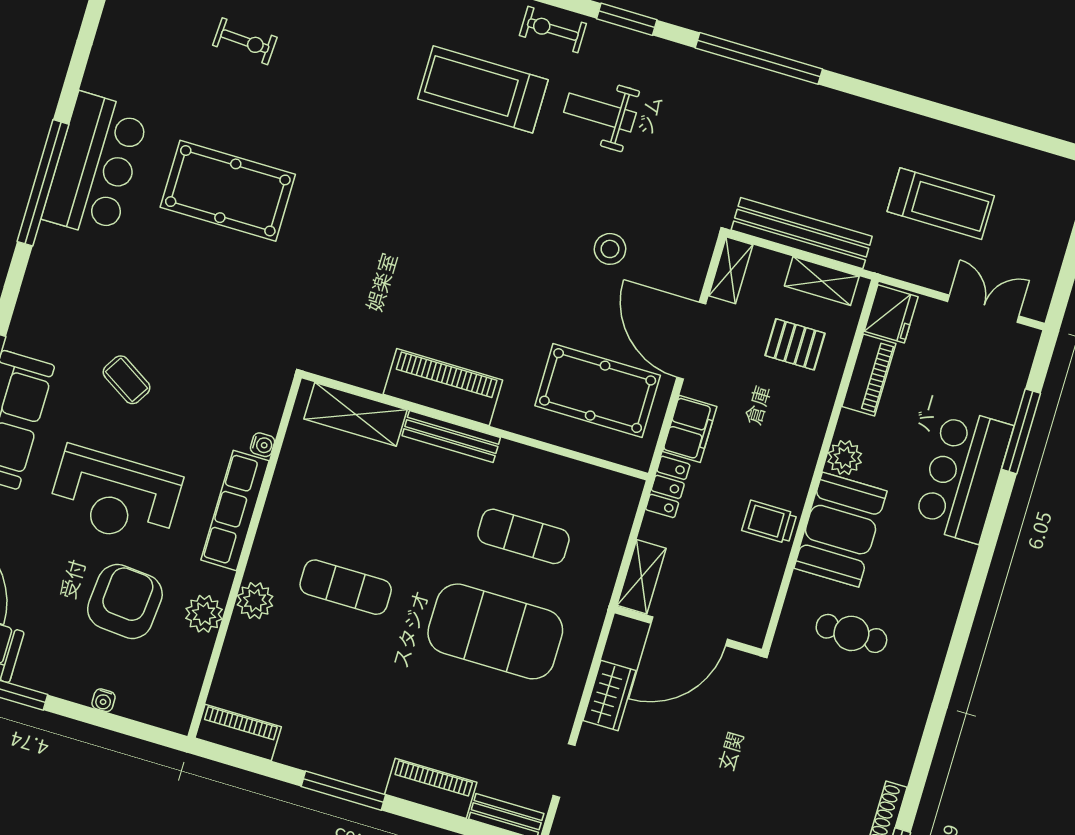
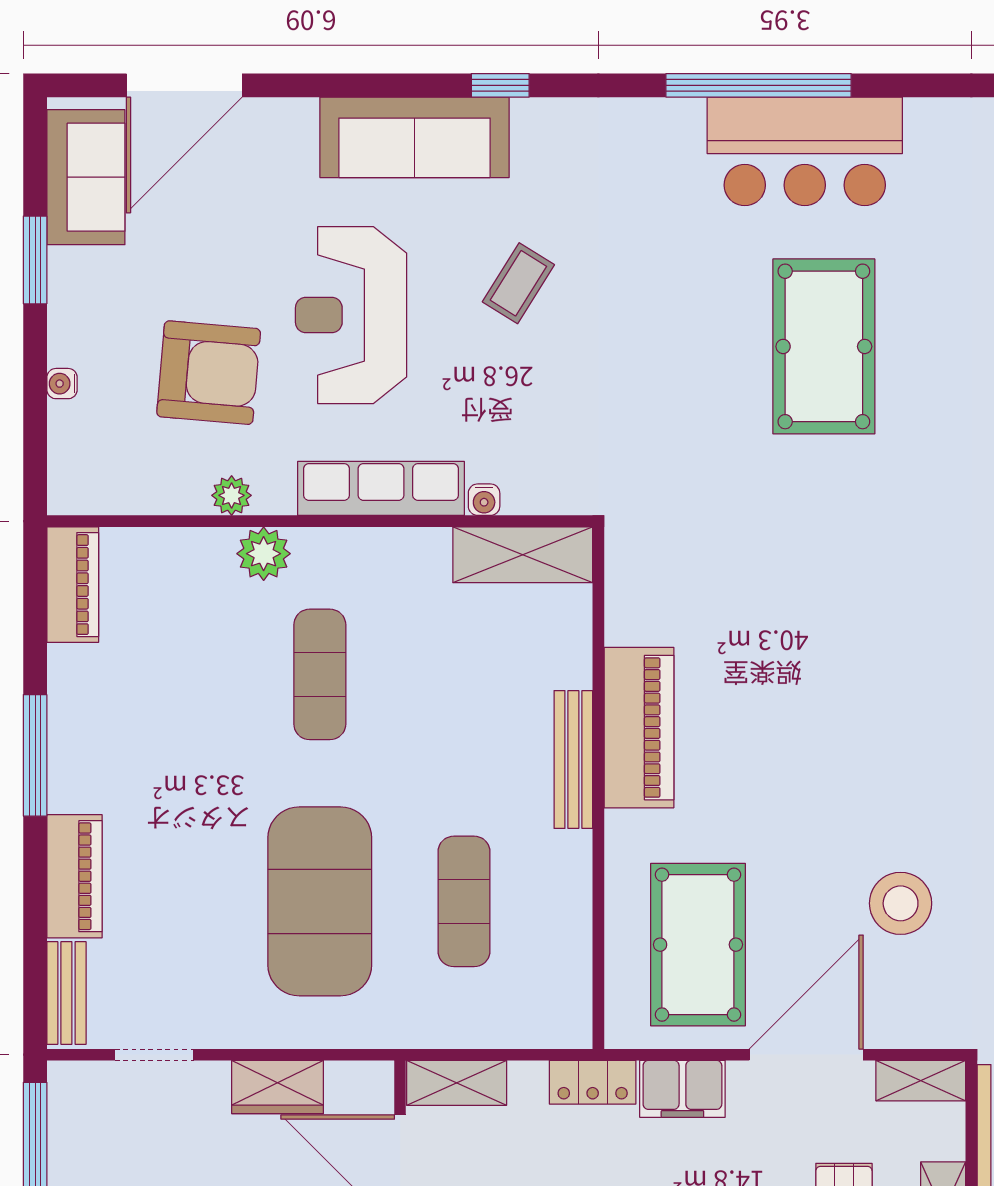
stool: (610, 249) -> (901, 903), width x1.38, depth x1.38
shelving: (356, 414) -> (523, 555), moved, turned 90
plant: (204, 614) -> (232, 495), width x0.73, depth x0.73

